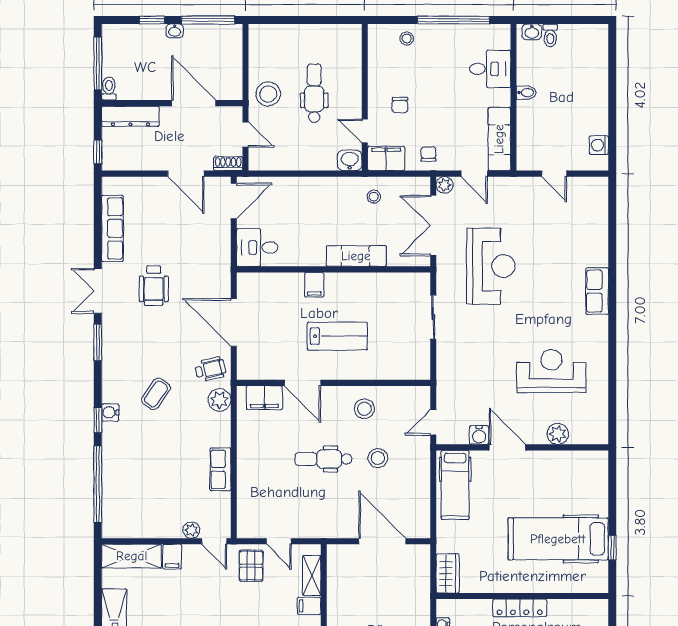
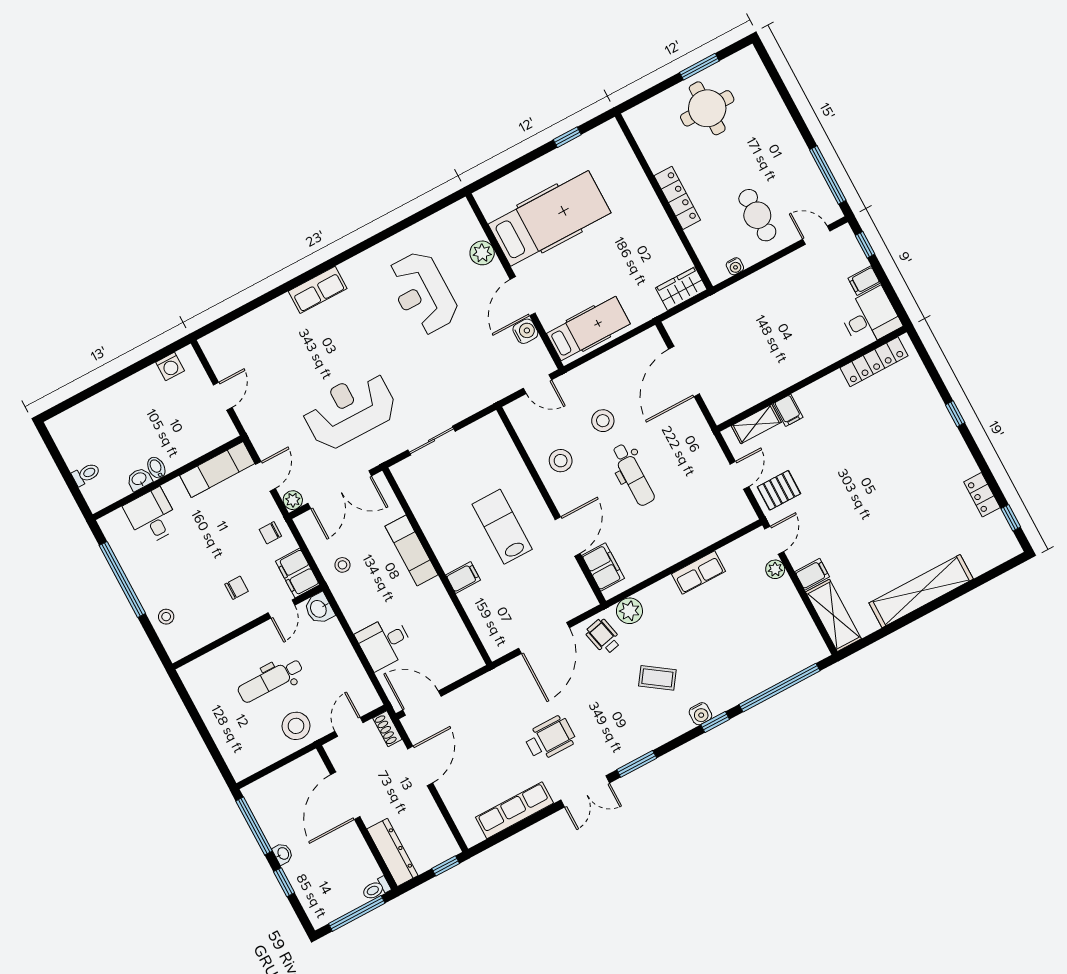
washbasin: (532, 32) -> (139, 479), moved, turned -90
desk: (257, 247) -> (385, 643), moved, turned 90
hospital bed: (558, 539) -> (550, 218), moved, turned -90

